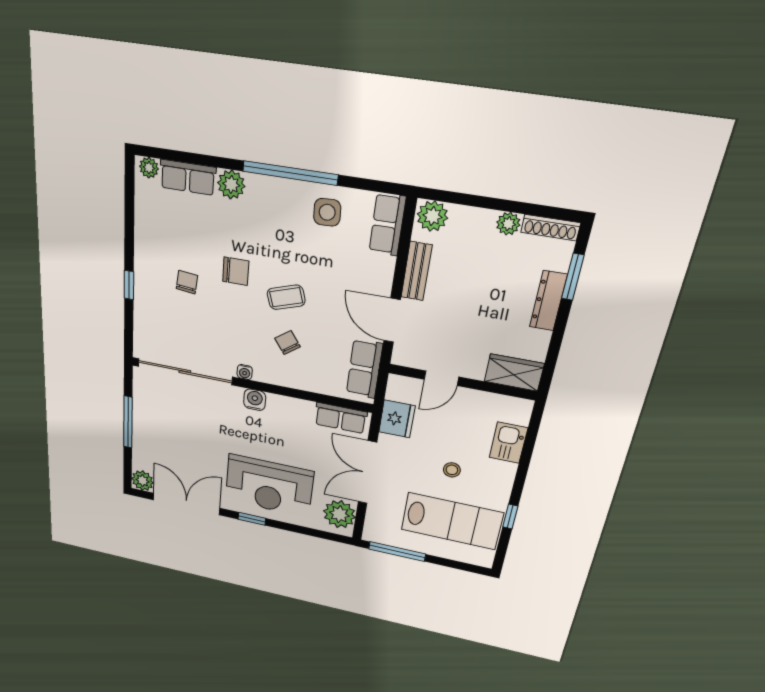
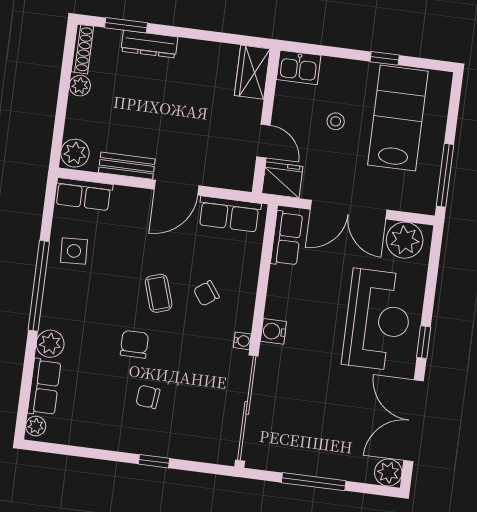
wardrobe: (514, 373) -> (252, 72), moved
door: (441, 378) -> (263, 141), moved
wall: (462, 382) -> (266, 121), moved

